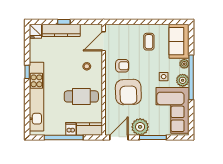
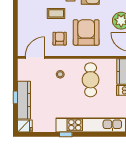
door: (104, 41) -> (35, 57), swing flipped
coffee table: (149, 42) -> (56, 13), moved
armchair: (128, 92) -> (86, 32), turned -88

